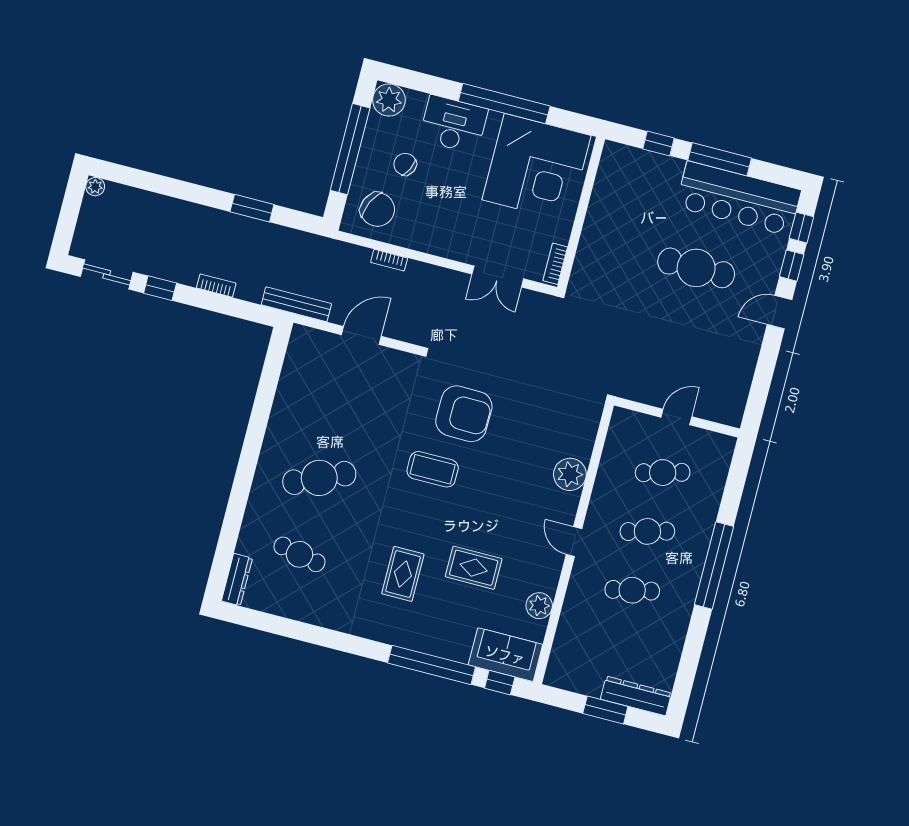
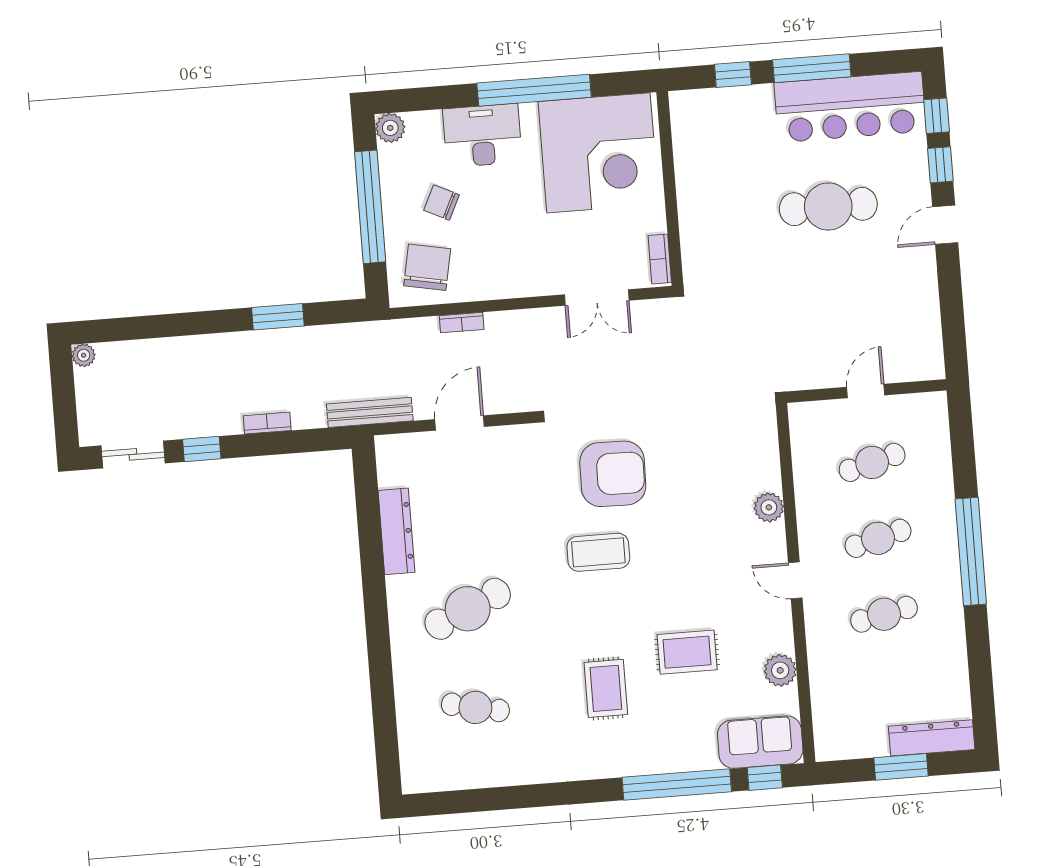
plant: (389, 100) -> (390, 128), width x0.73, depth x0.73
chair: (377, 210) -> (427, 267), turned -104
plant: (570, 474) -> (769, 507), width x0.73, depth x0.73
dresser: (237, 580) -> (396, 531), moved, width x1.37, depth x1.24

